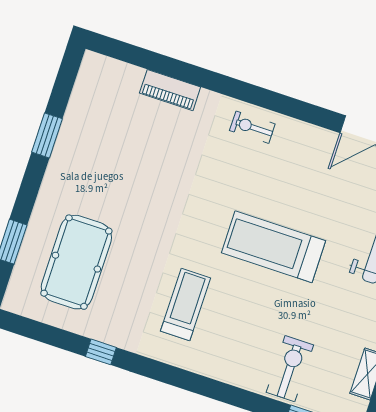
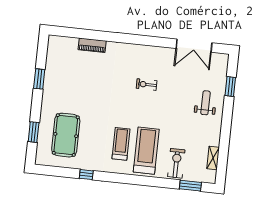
exercise bike: (252, 127) -> (147, 85), moved
treadmill: (274, 247) -> (146, 151), moved, turned 90

